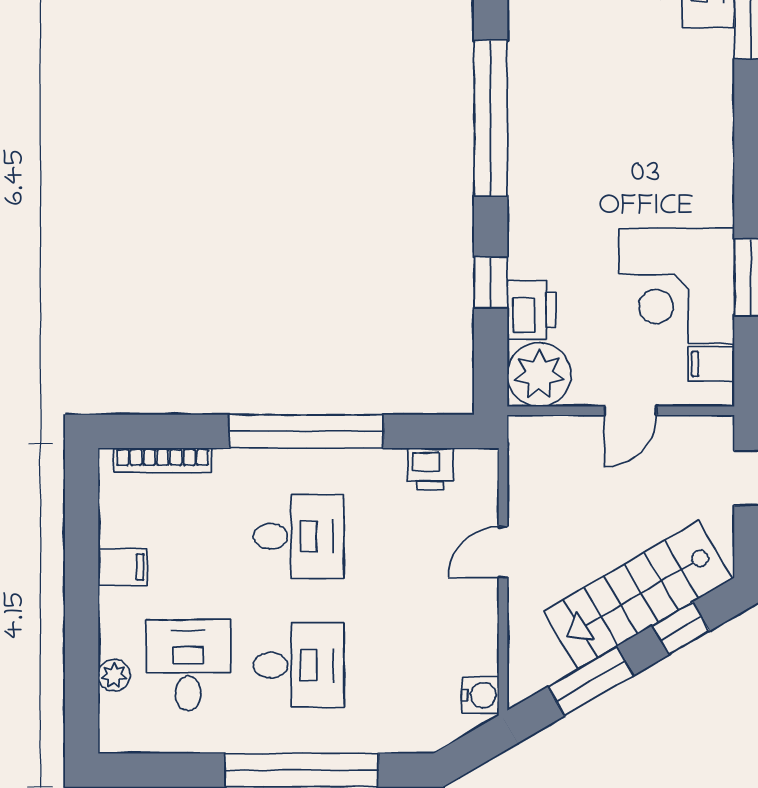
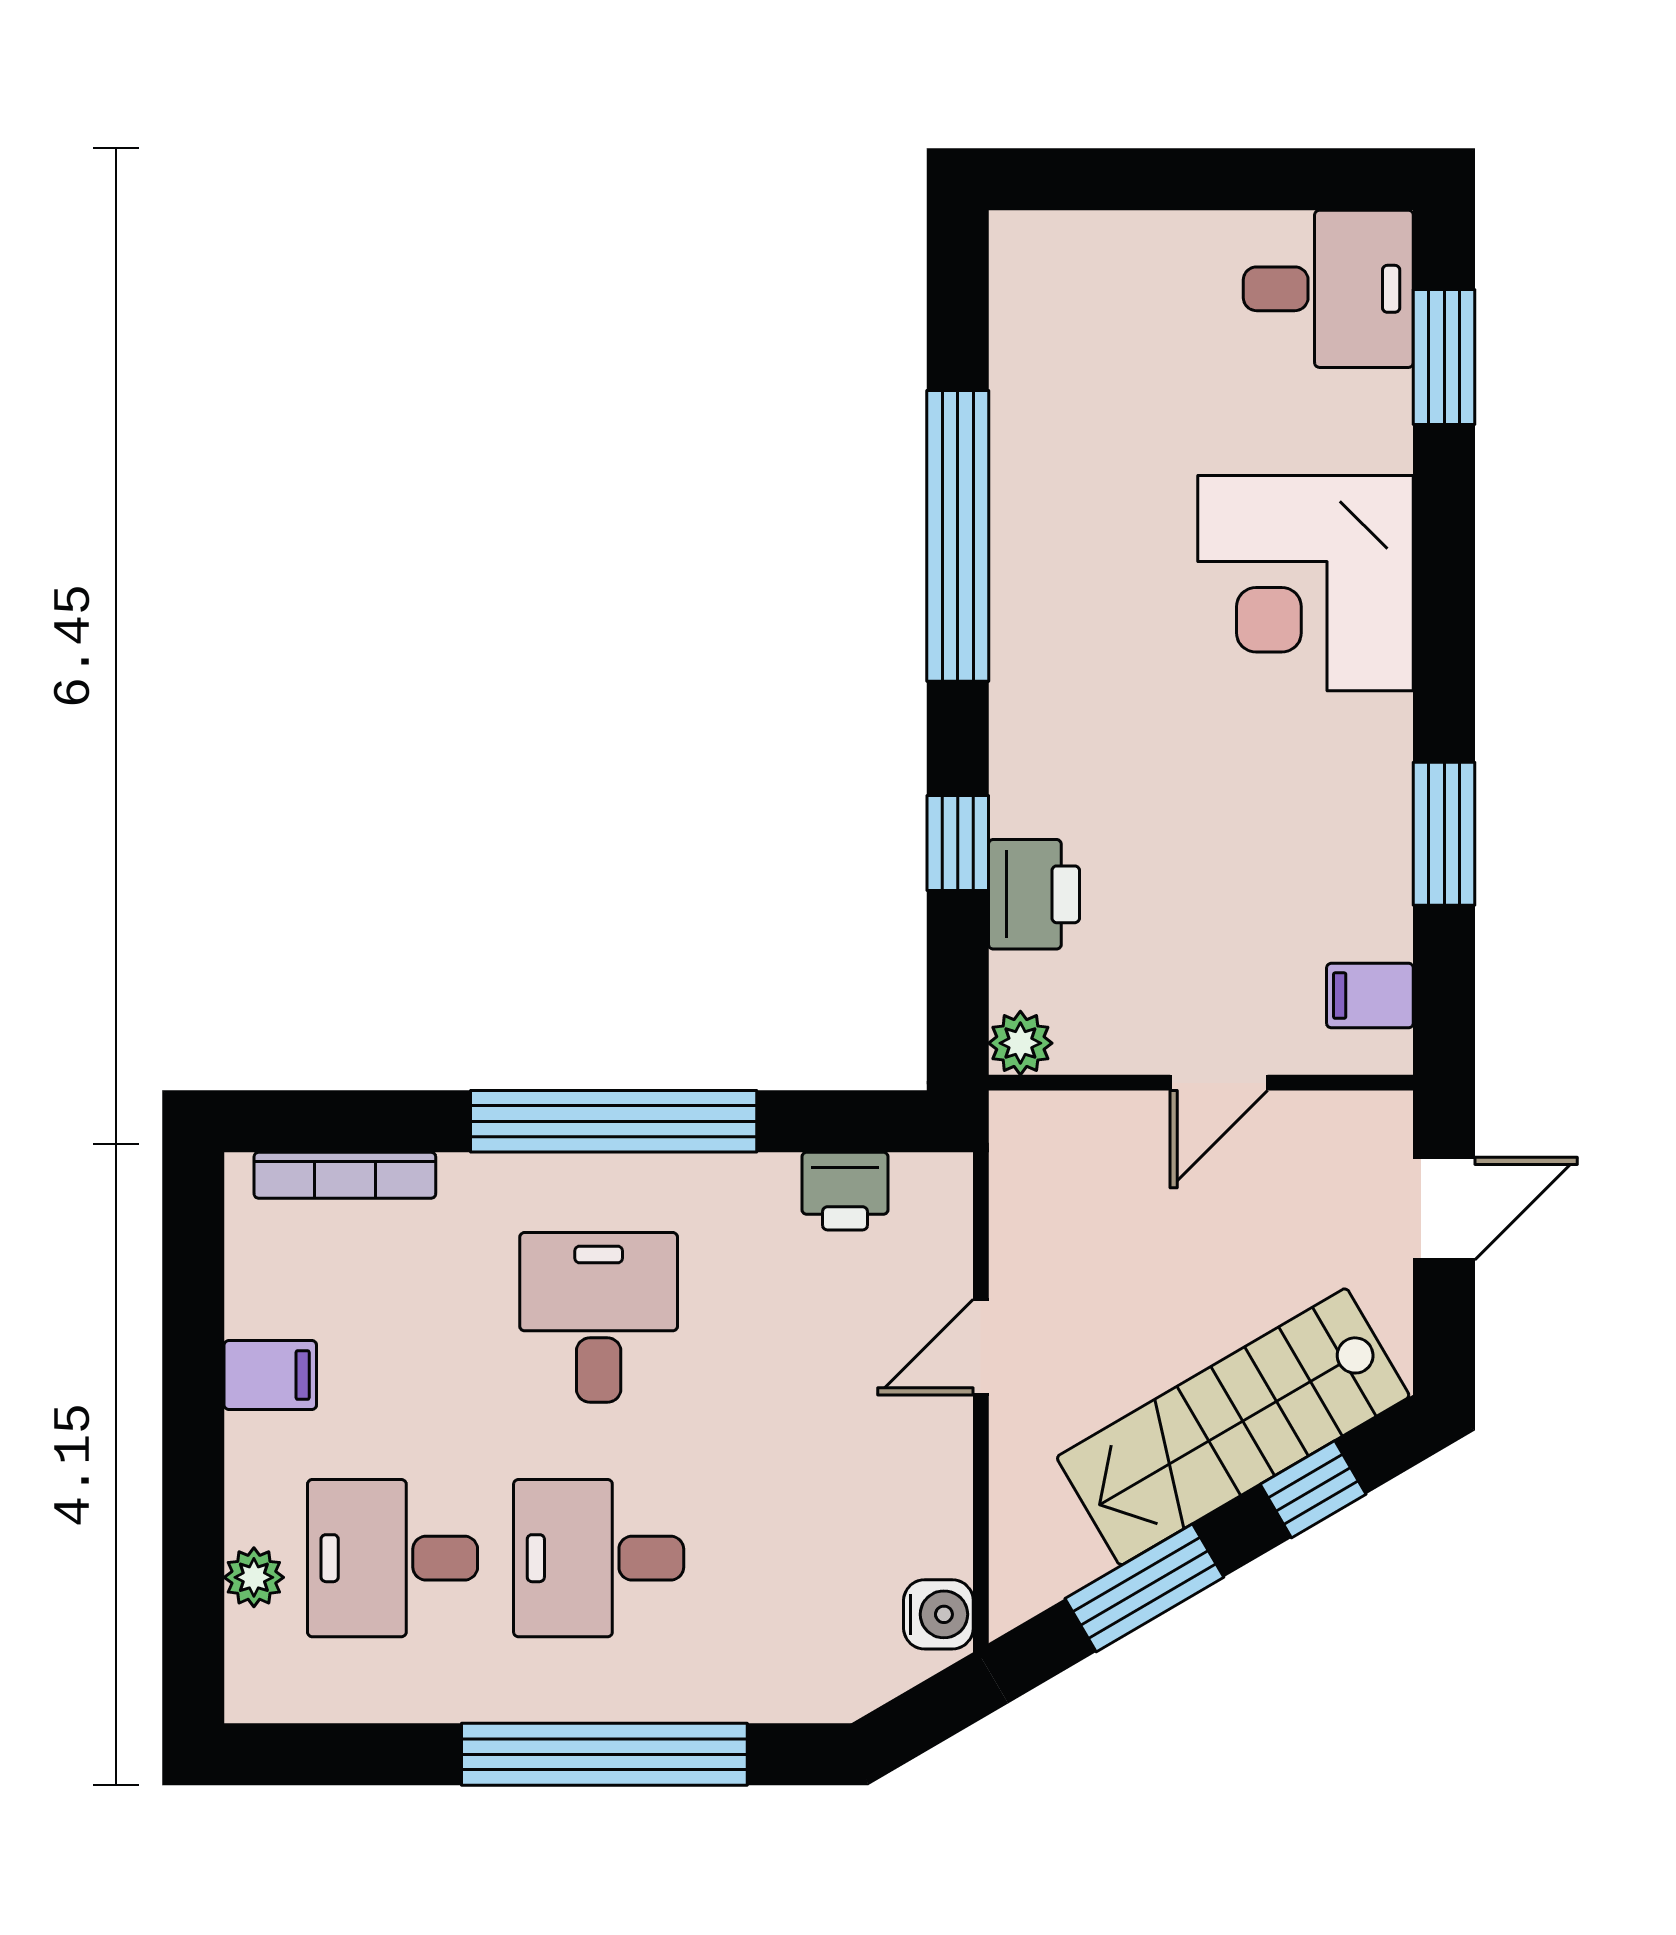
corner desk: (677, 286) -> (1305, 583), moved
plant: (539, 375) -> (1020, 1043), width x0.53, depth x0.53
desk: (299, 536) -> (599, 1317), turned -90
desk: (188, 665) -> (393, 1558), turned -90
desk: (299, 665) -> (599, 1558), turned 180

